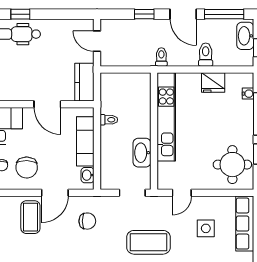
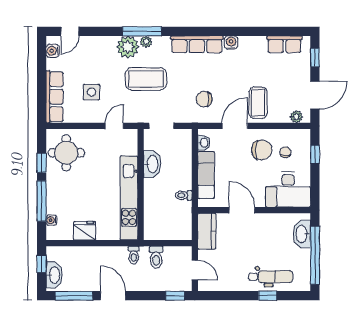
window: (144, 14) -> (175, 296), moved
toilet: (206, 55) -> (156, 257), moved
chair: (27, 167) -> (262, 150), turned 88

